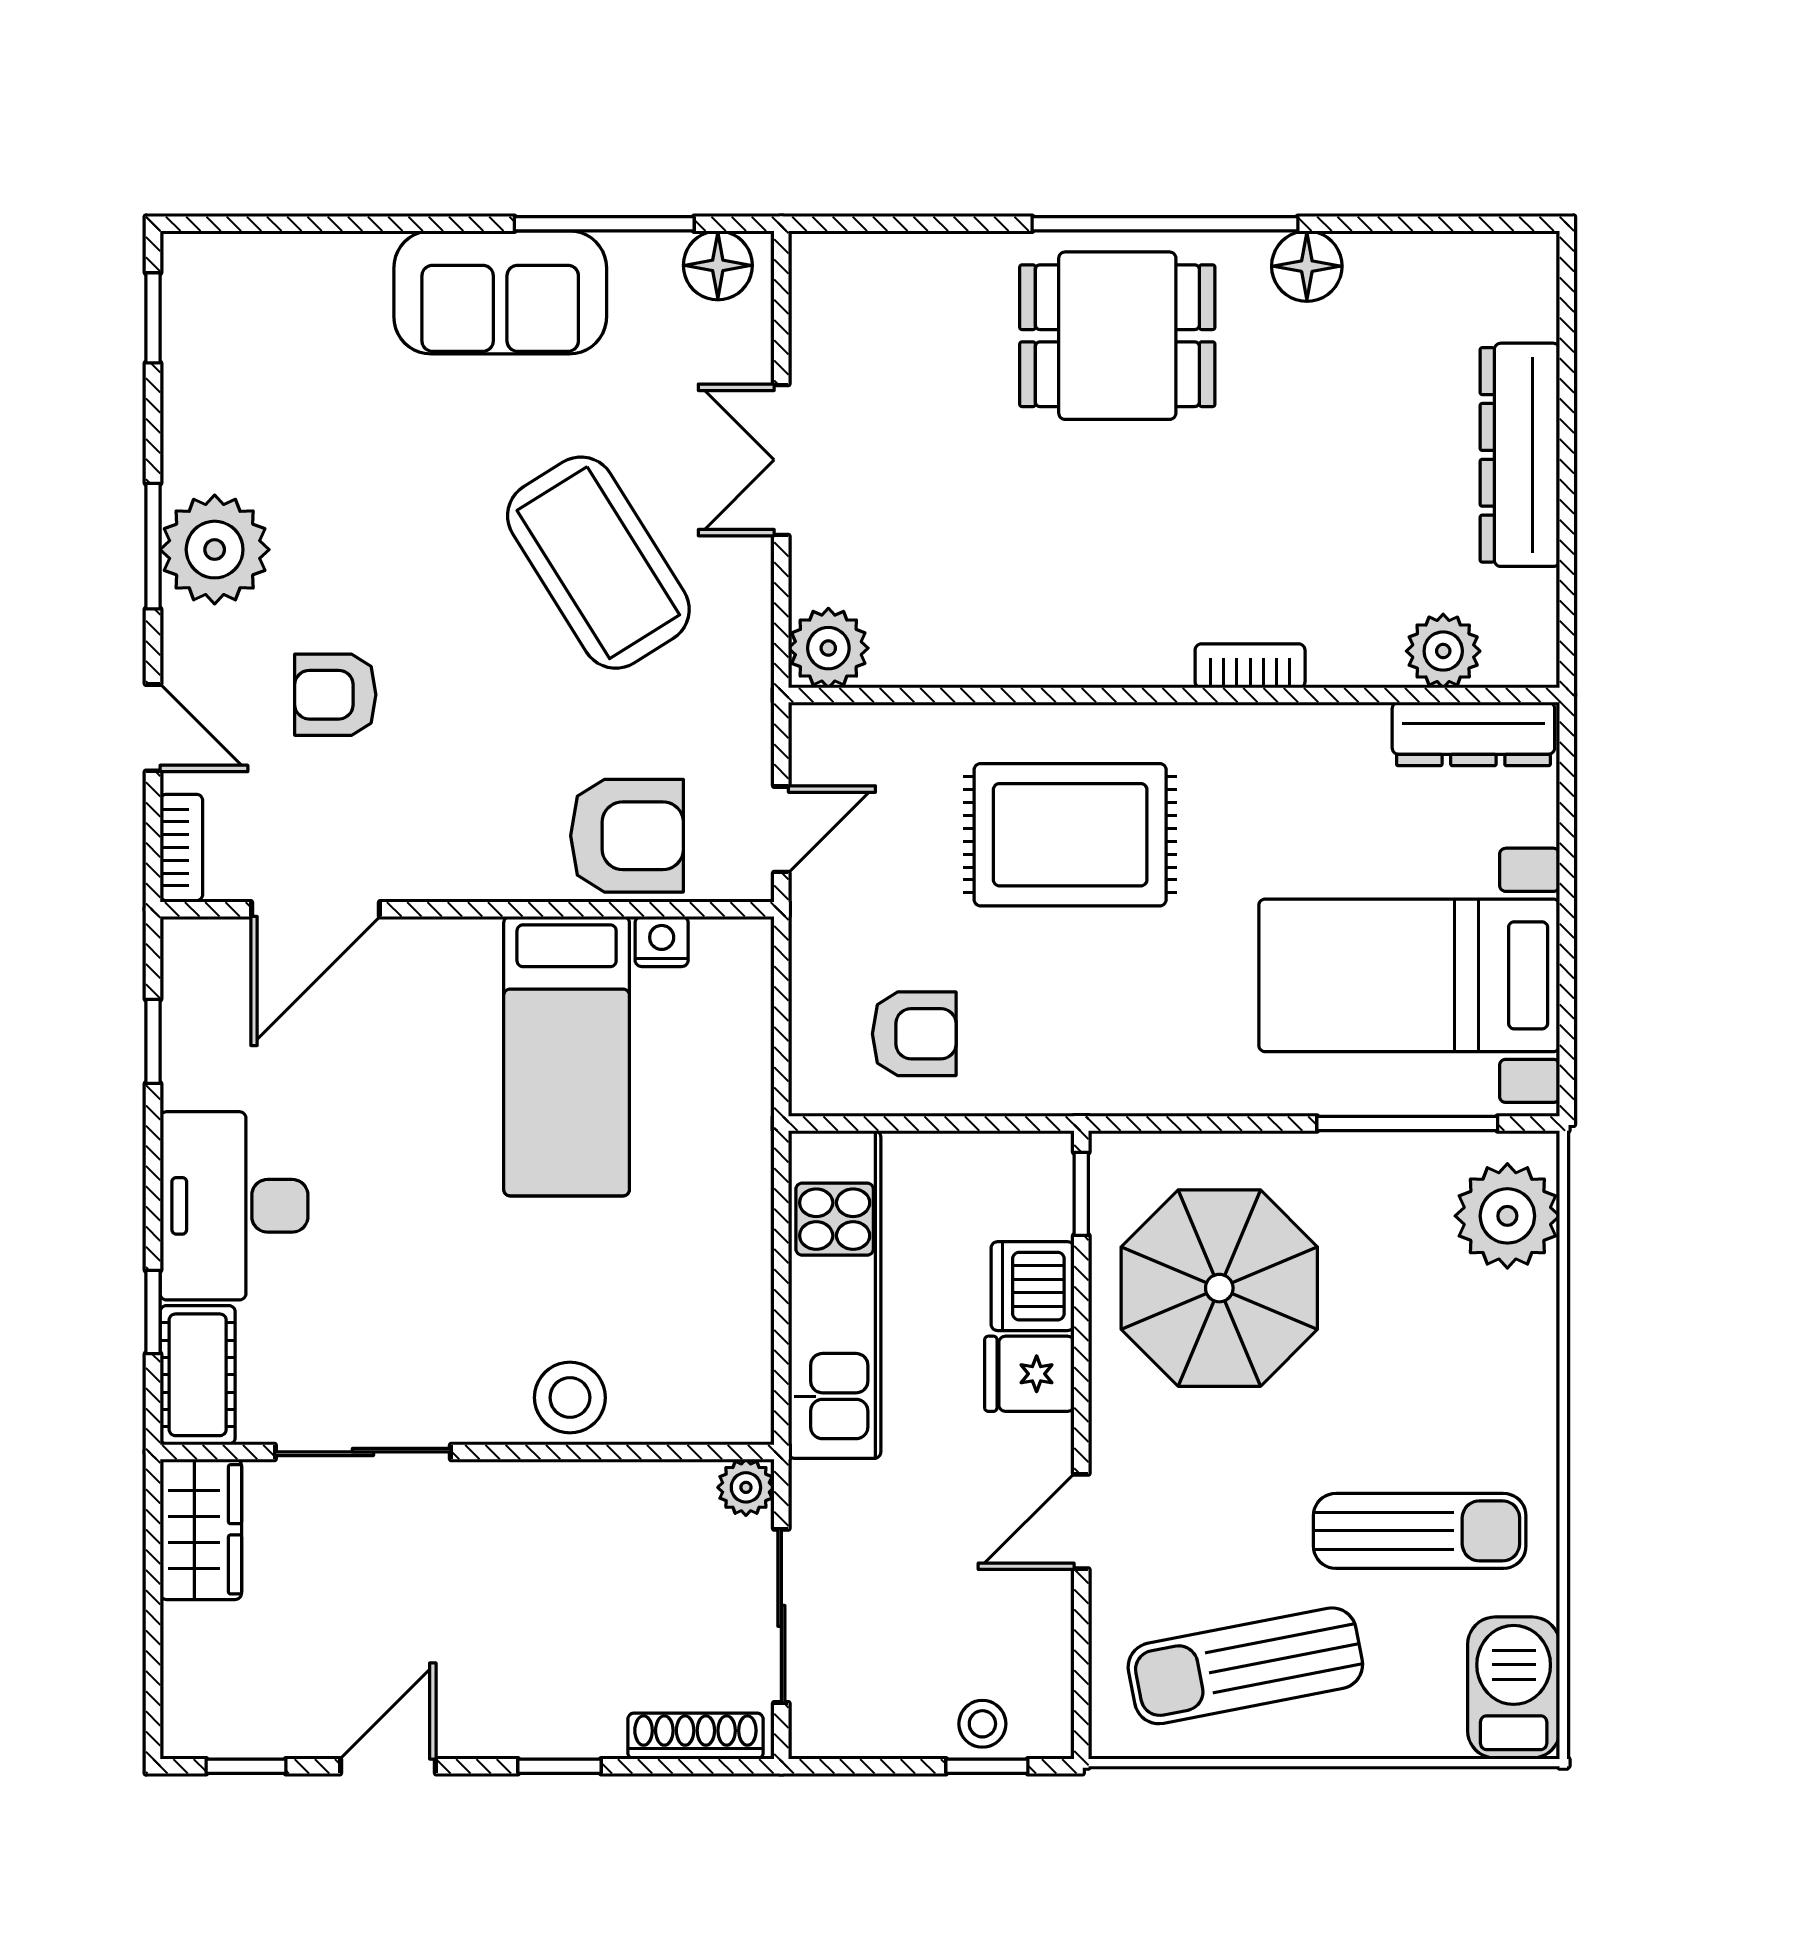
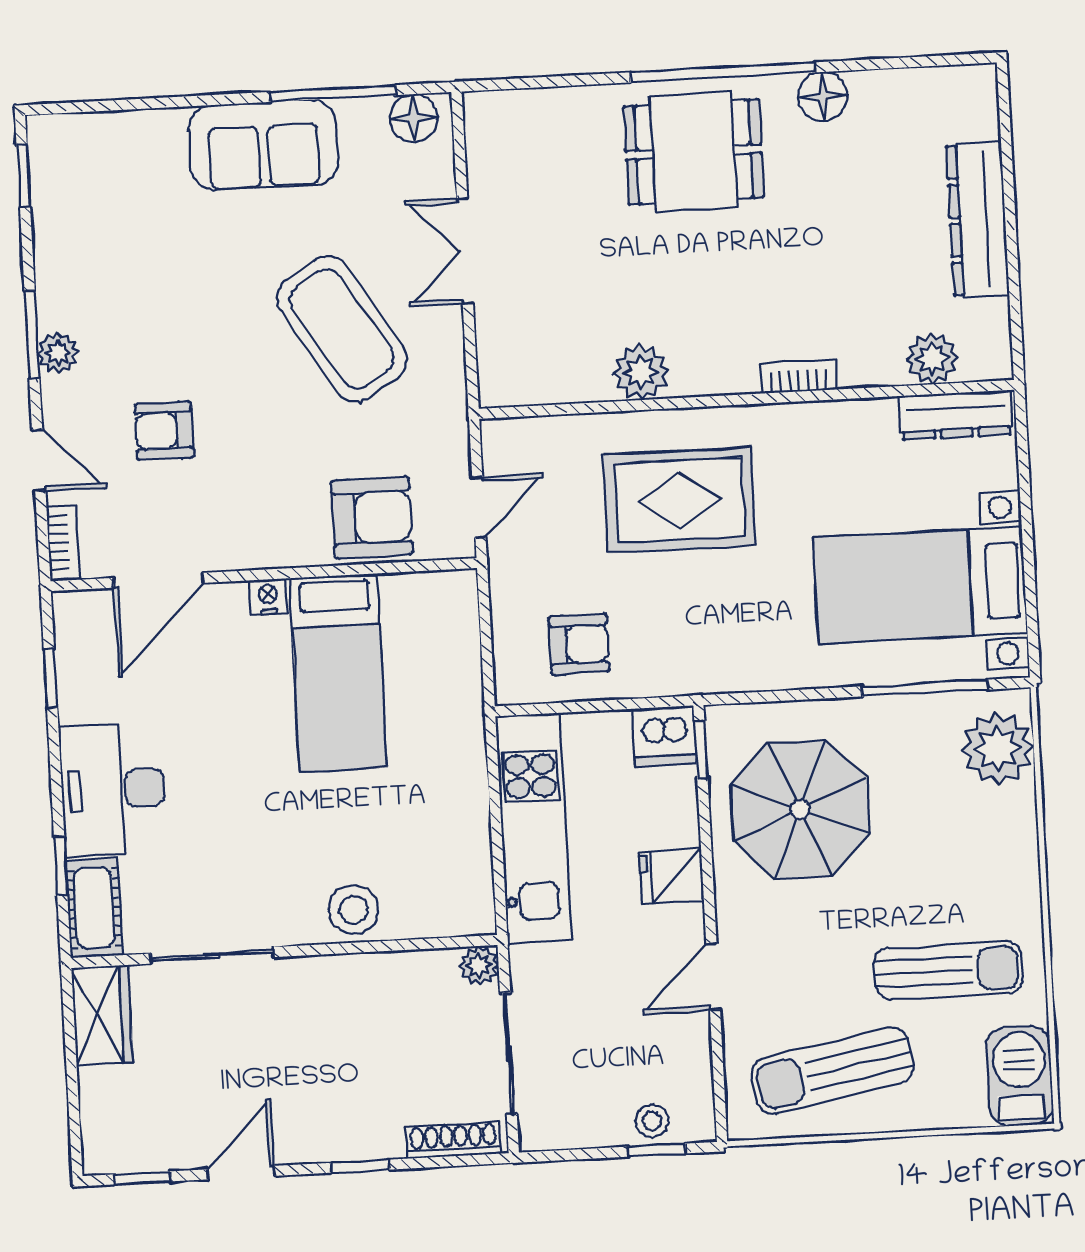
plant: (215, 550) -> (58, 353), width x0.53, depth x0.53
plant: (828, 648) -> (641, 372), moved
nightstand: (662, 941) -> (268, 597), moved
dishwasher: (1033, 1286) -> (664, 736), moved, turned -90

